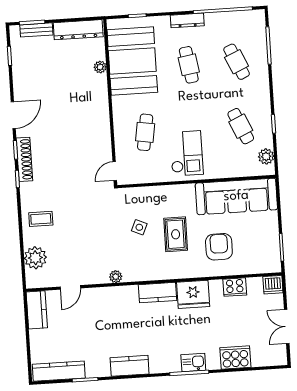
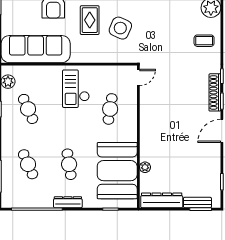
side table: (139, 227) -> (120, 28), width x1.87, depth x1.87

